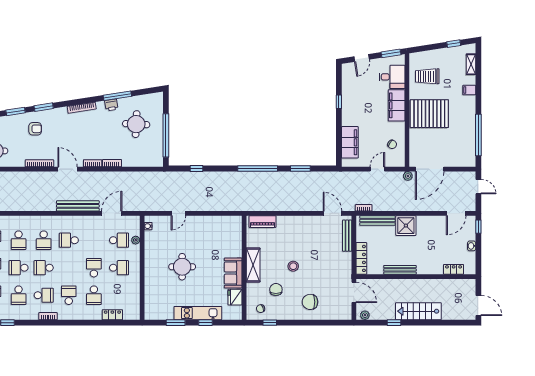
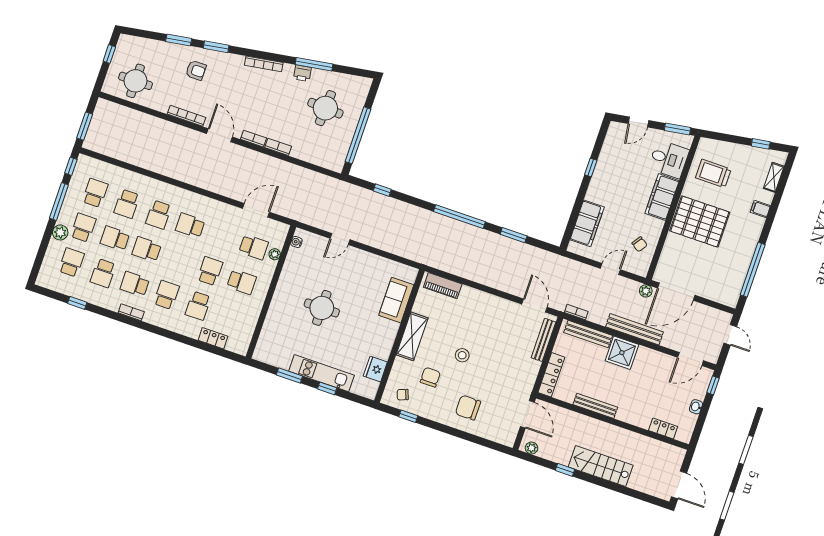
bench: (78, 206) -> (634, 329), moved
sofa: (233, 273) -> (396, 300), moved
school desk: (44, 295) -> (135, 284), turned 180

